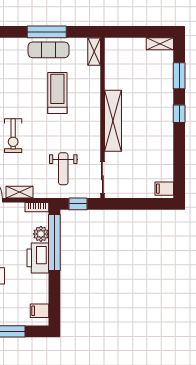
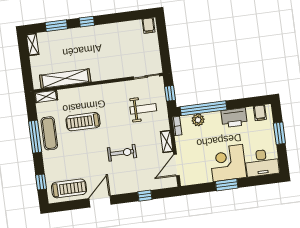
shelving: (113, 121) -> (65, 79), moved
printer: (38, 258) -> (234, 118), moved

